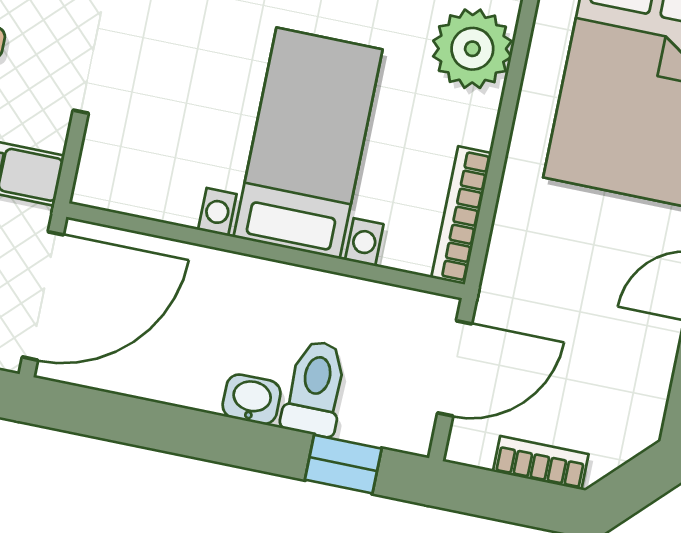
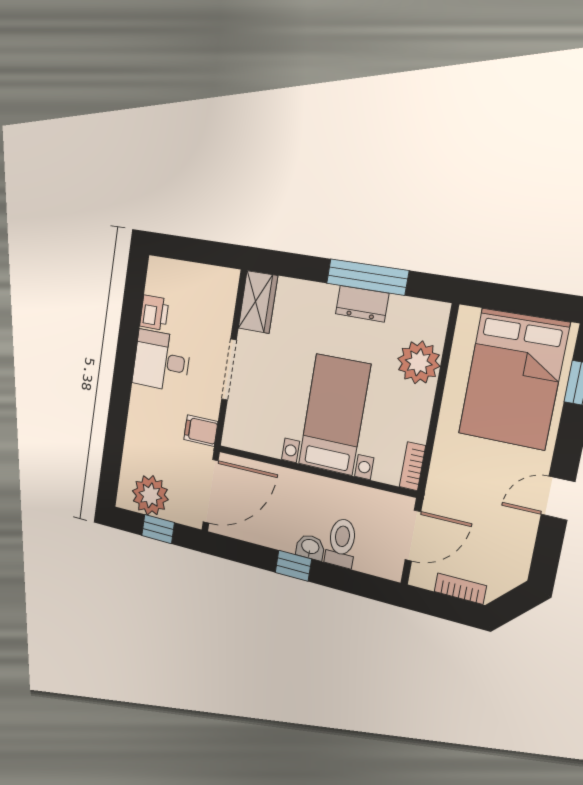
bookcase: (461, 215) -> (412, 466), width x0.64
window: (343, 464) -> (293, 566), moved

